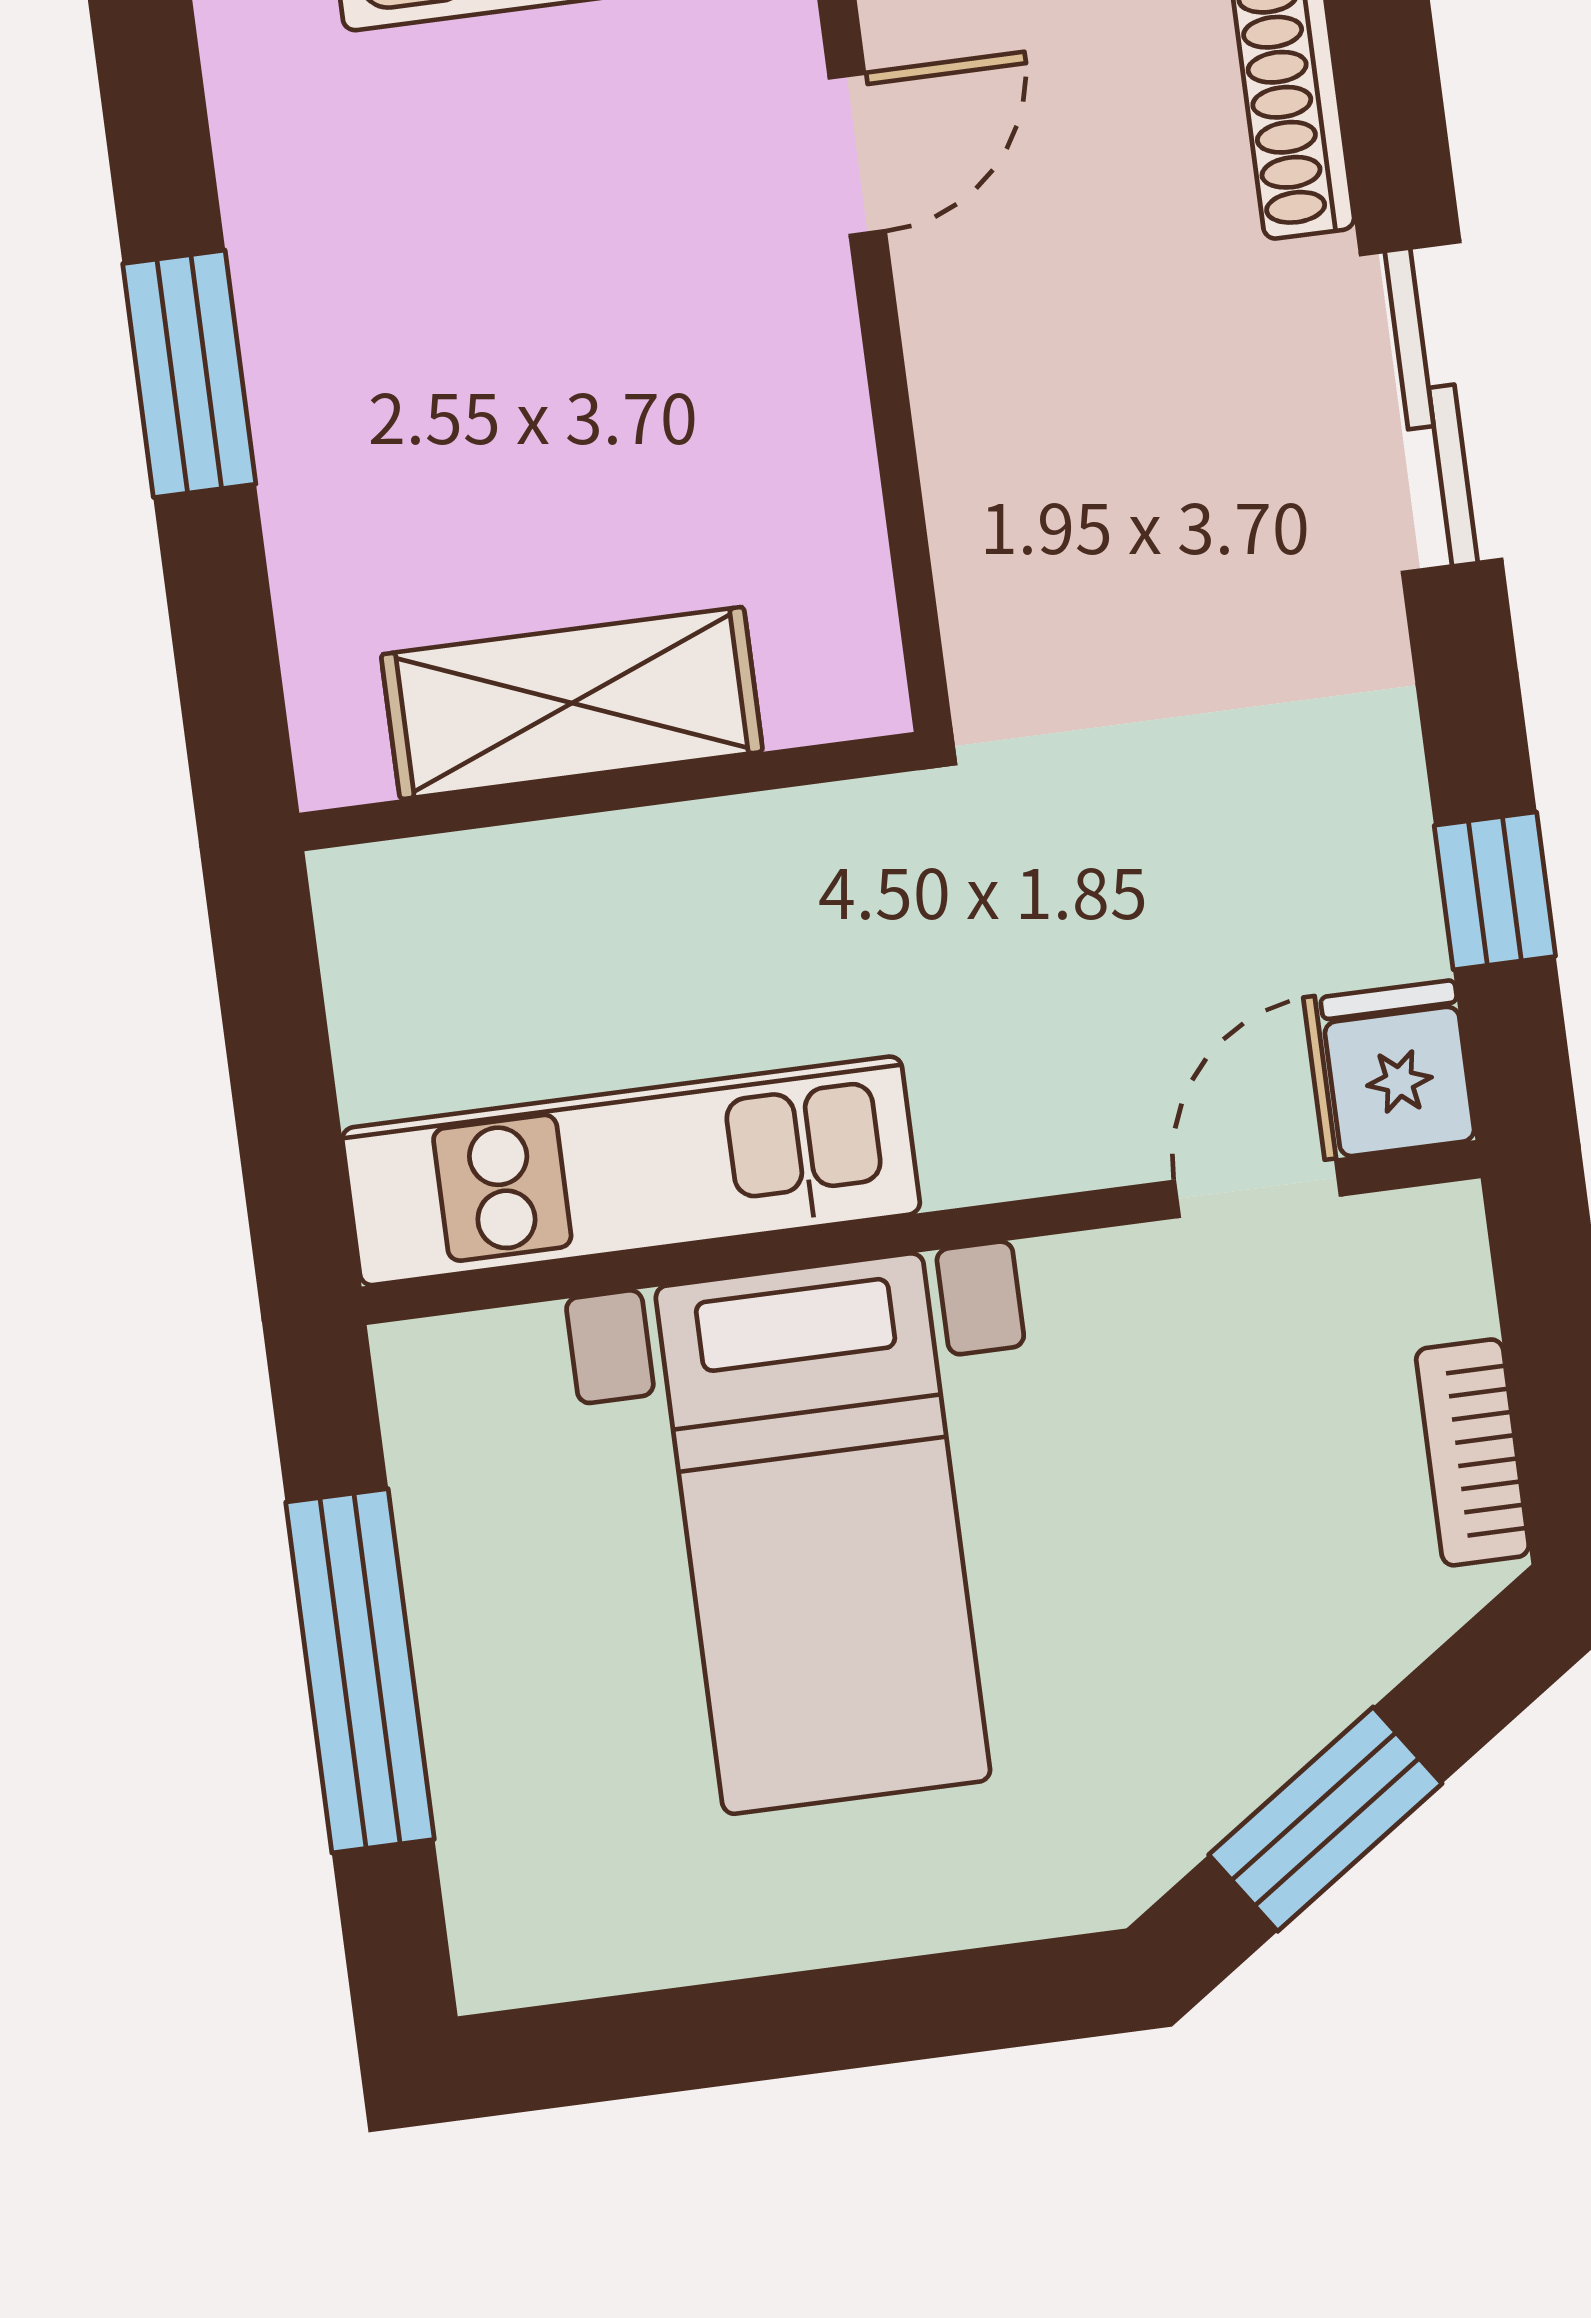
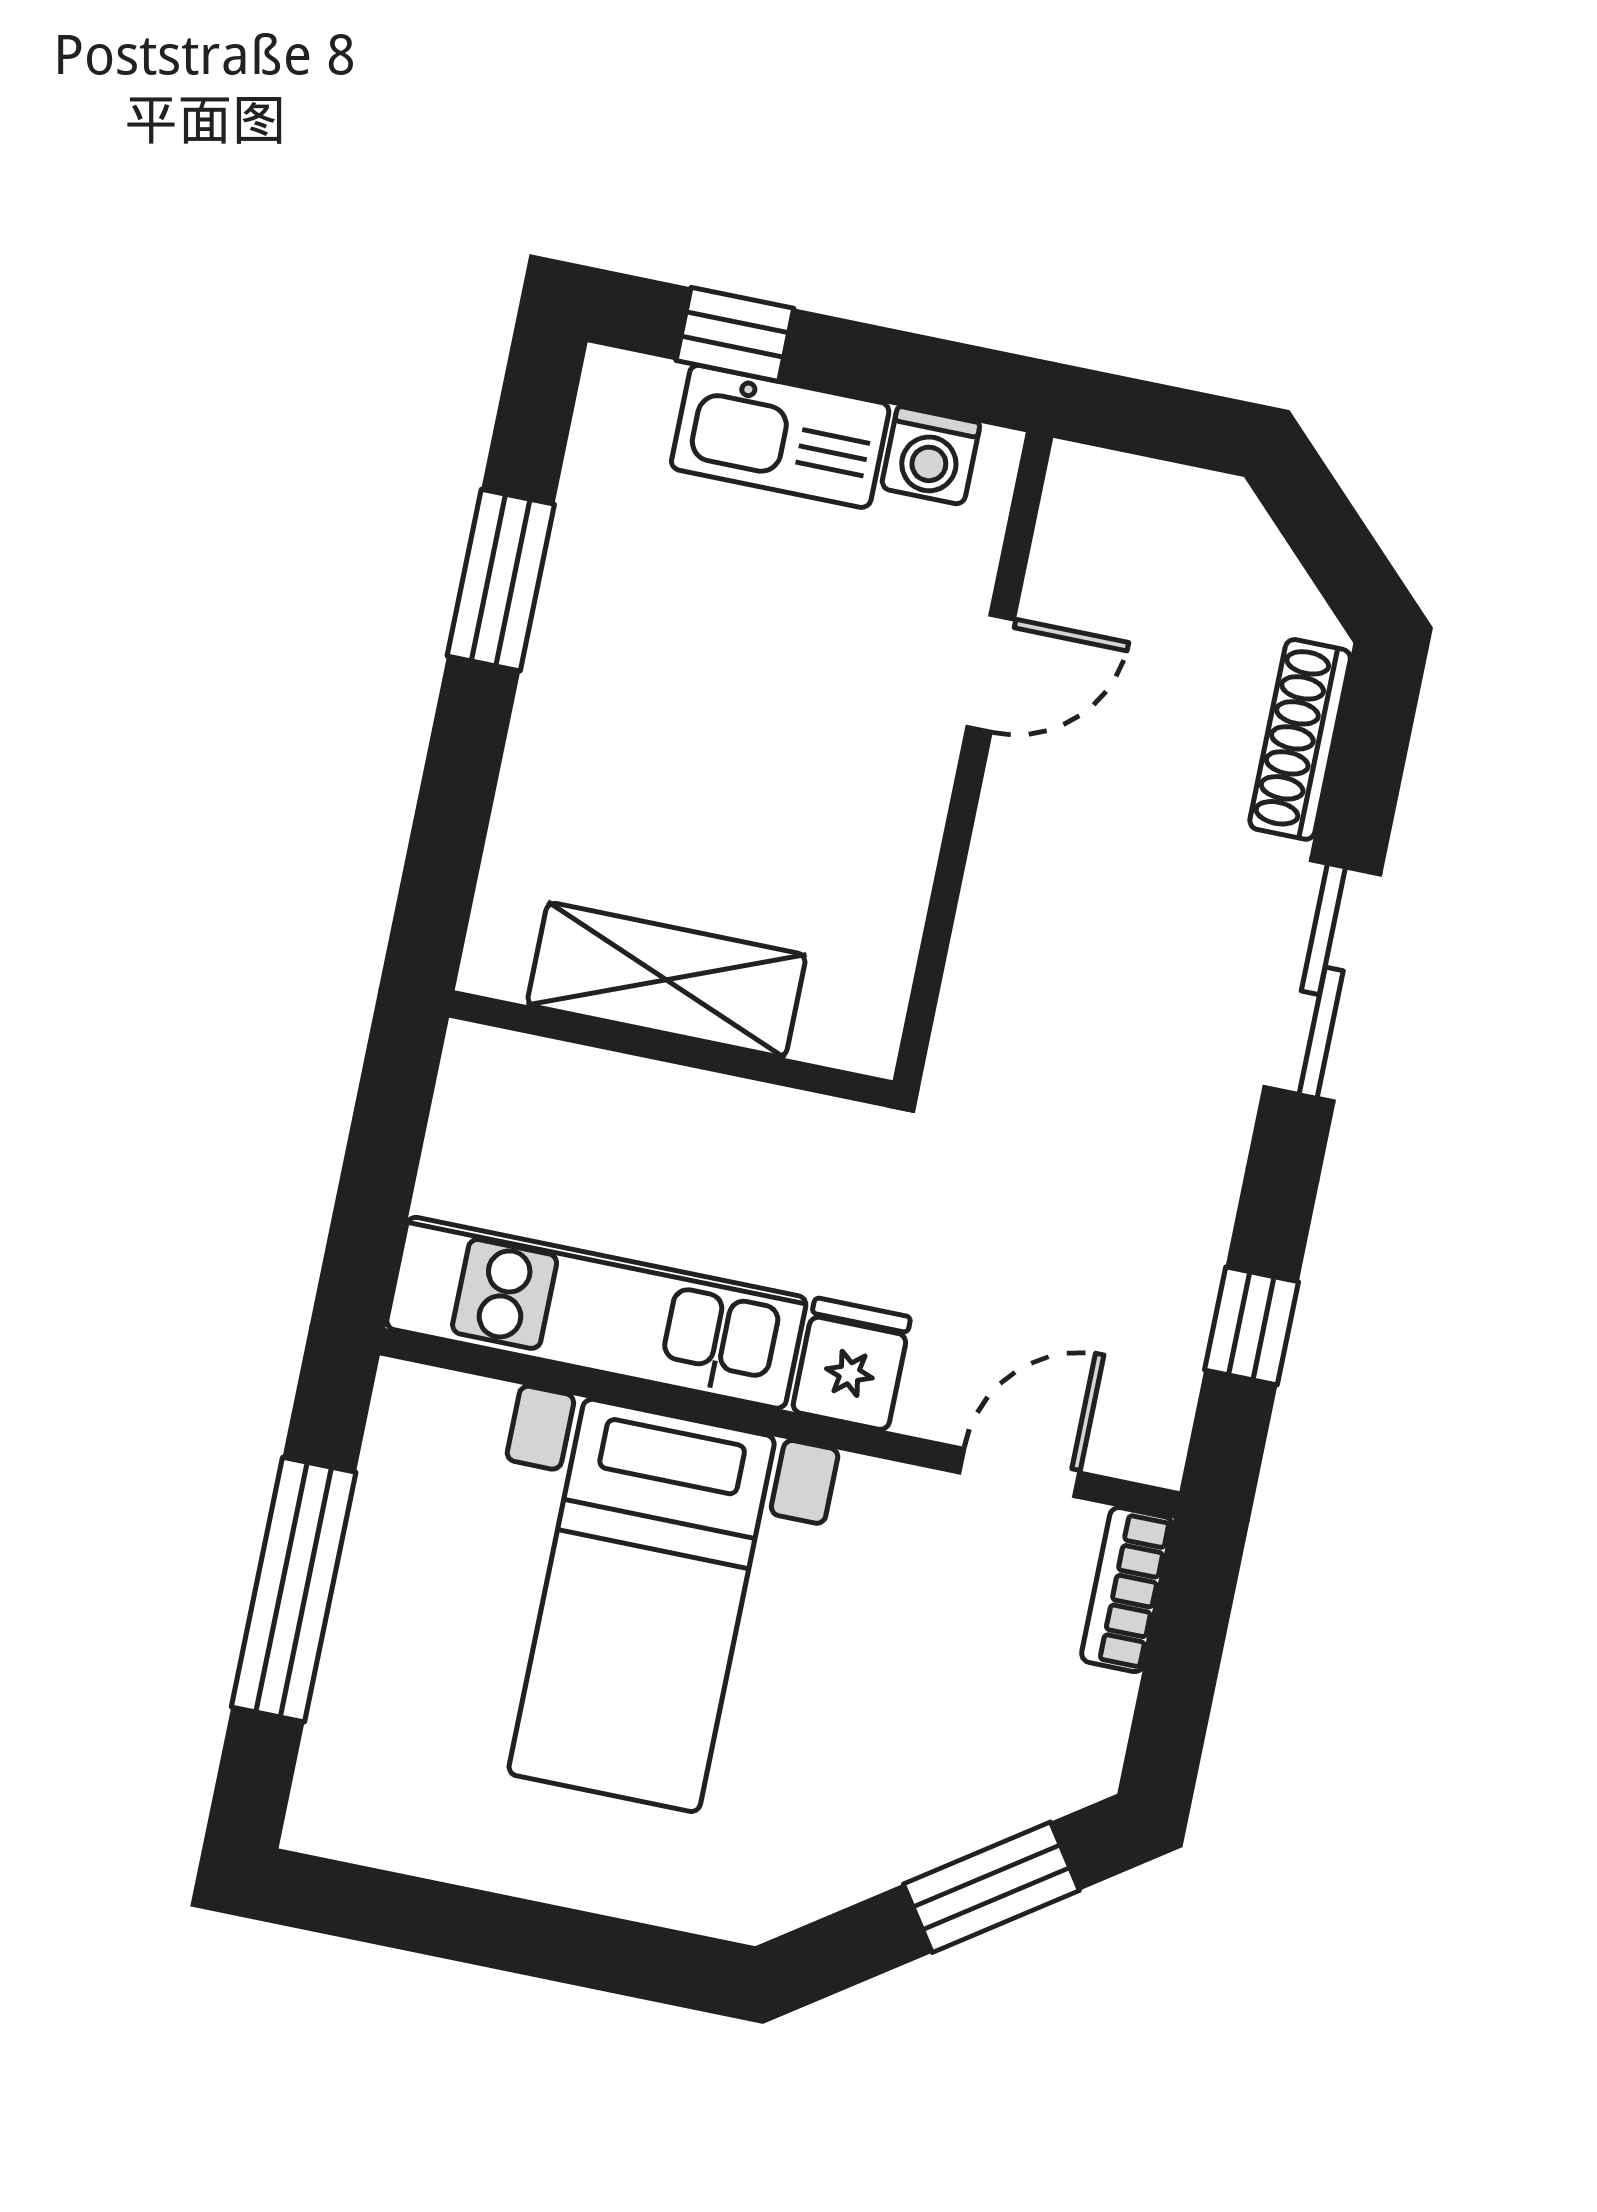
window: (189, 374) -> (501, 580), moved
fridge: (1398, 1069) -> (851, 1364), moved
bookcase: (1472, 1452) -> (1127, 1590), moved
window: (1325, 1819) -> (991, 1887), moved

